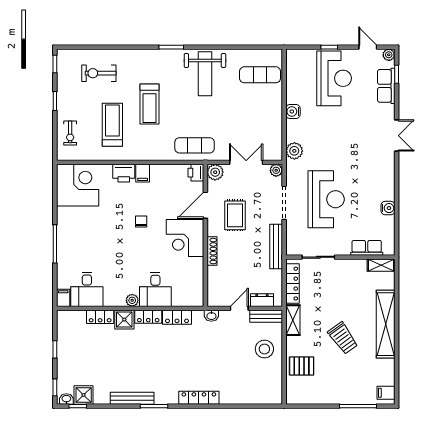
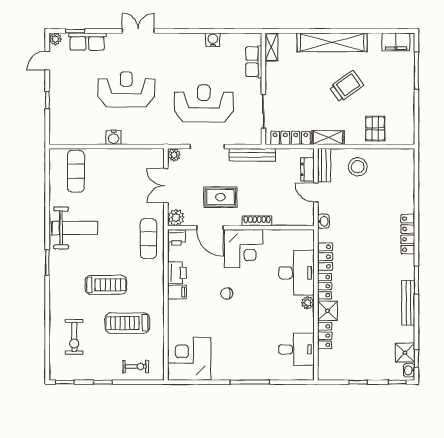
reception desk: (334, 78) -> (126, 89), moved
plant: (294, 151) -> (154, 136), removed
printer: (124, 173) -> (177, 273), moved
desk: (155, 289) -> (296, 273), width x1.37
filing cabinet: (63, 298) -> (305, 374), removed
filing cabinet: (386, 393) -> (396, 42), width x2.00

